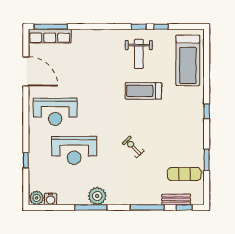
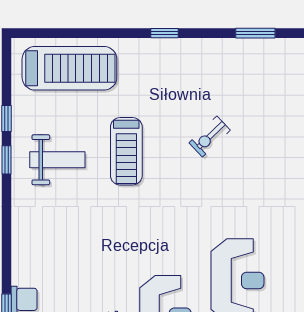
exercise bike: (133, 147) -> (210, 136), moved
exercise mat: (184, 174) -> (281, 75), removed

